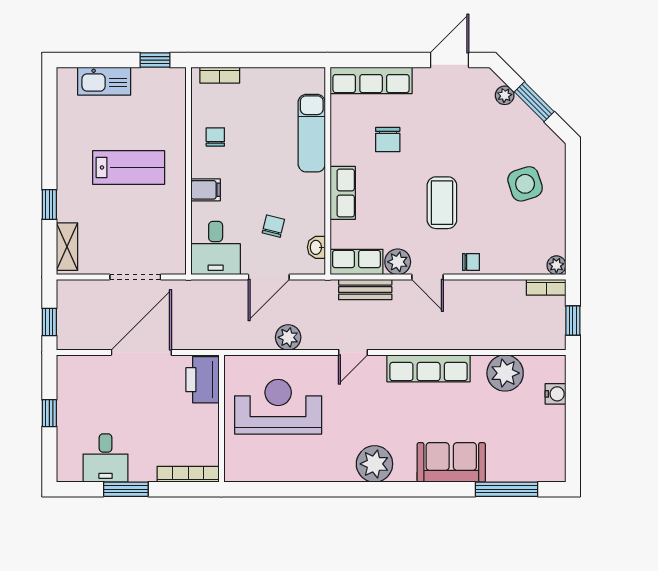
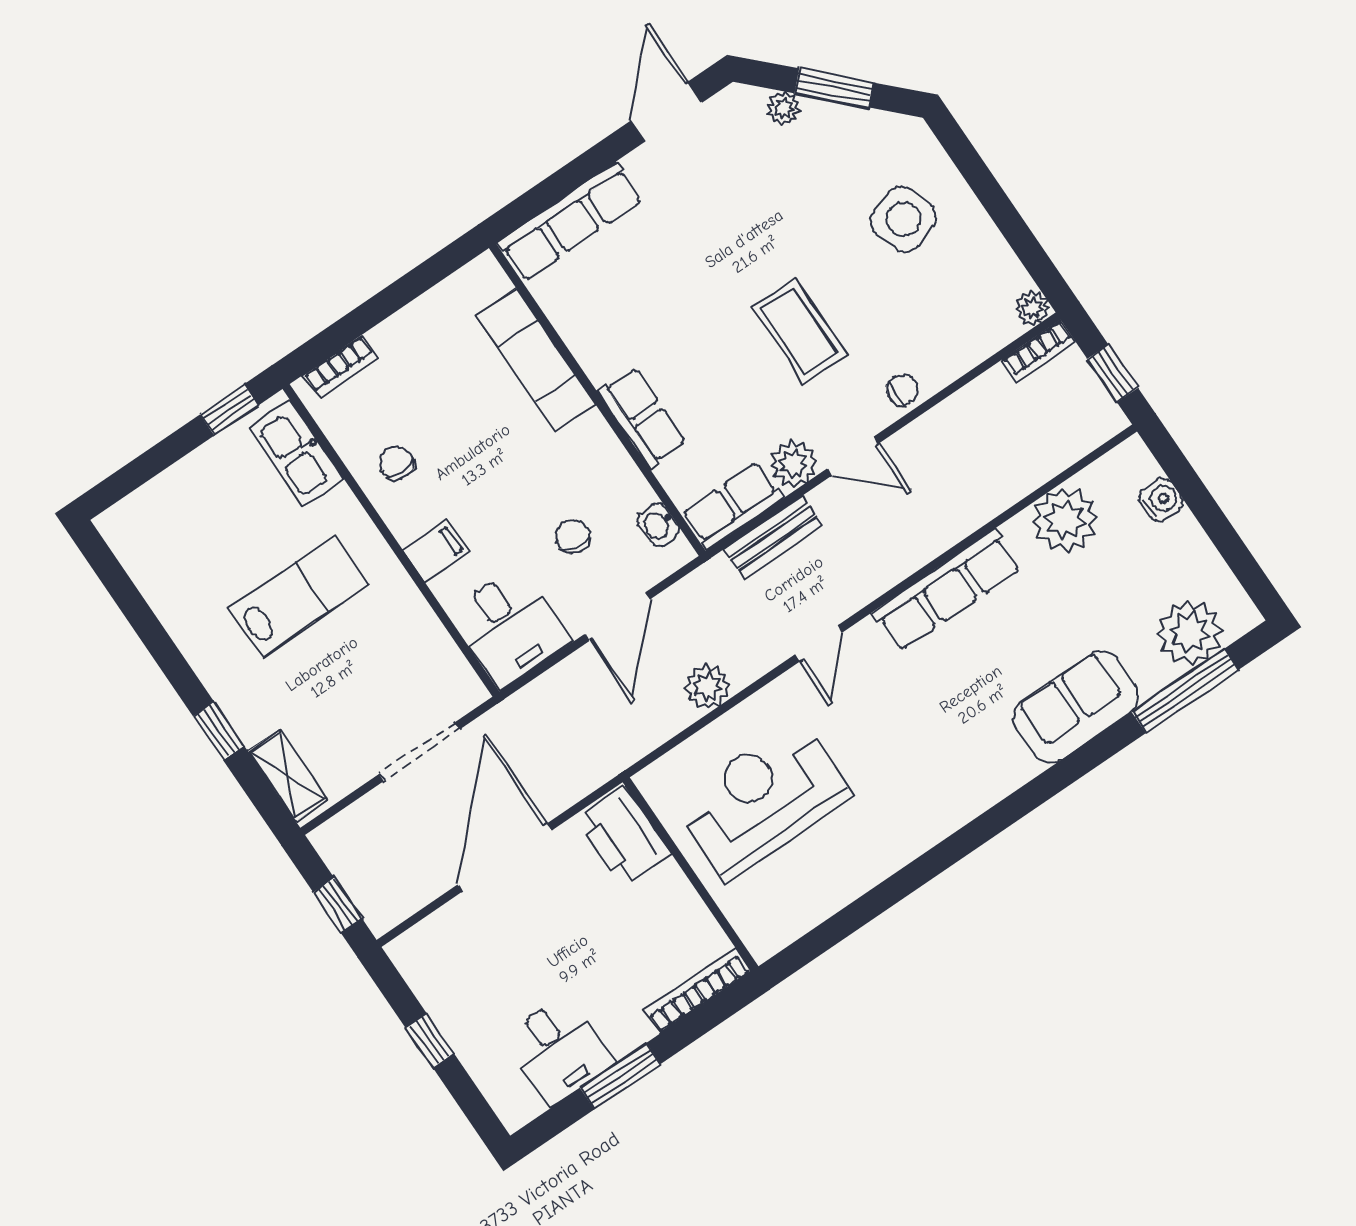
kitchen sink: (104, 81) -> (296, 453), moved, turned 90
chair: (388, 140) -> (655, 292), removed
plant: (374, 464) -> (1190, 633), moved

